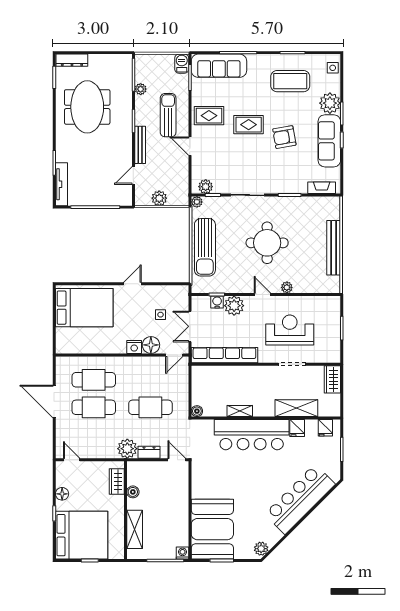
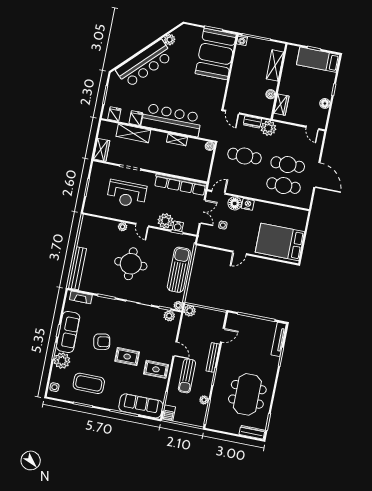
plant: (159, 198) -> (190, 311), moved
bench: (334, 248) -> (77, 268), moved
bed: (82, 535) -> (318, 60), width x0.49
plant: (261, 549) -> (170, 40), moved

